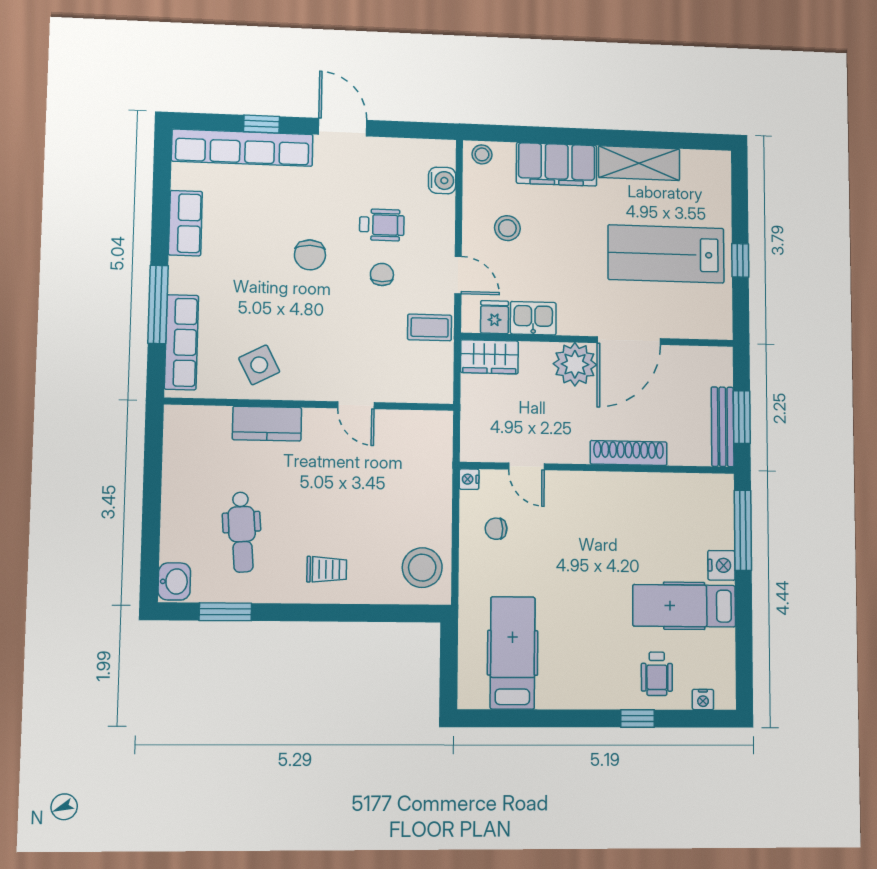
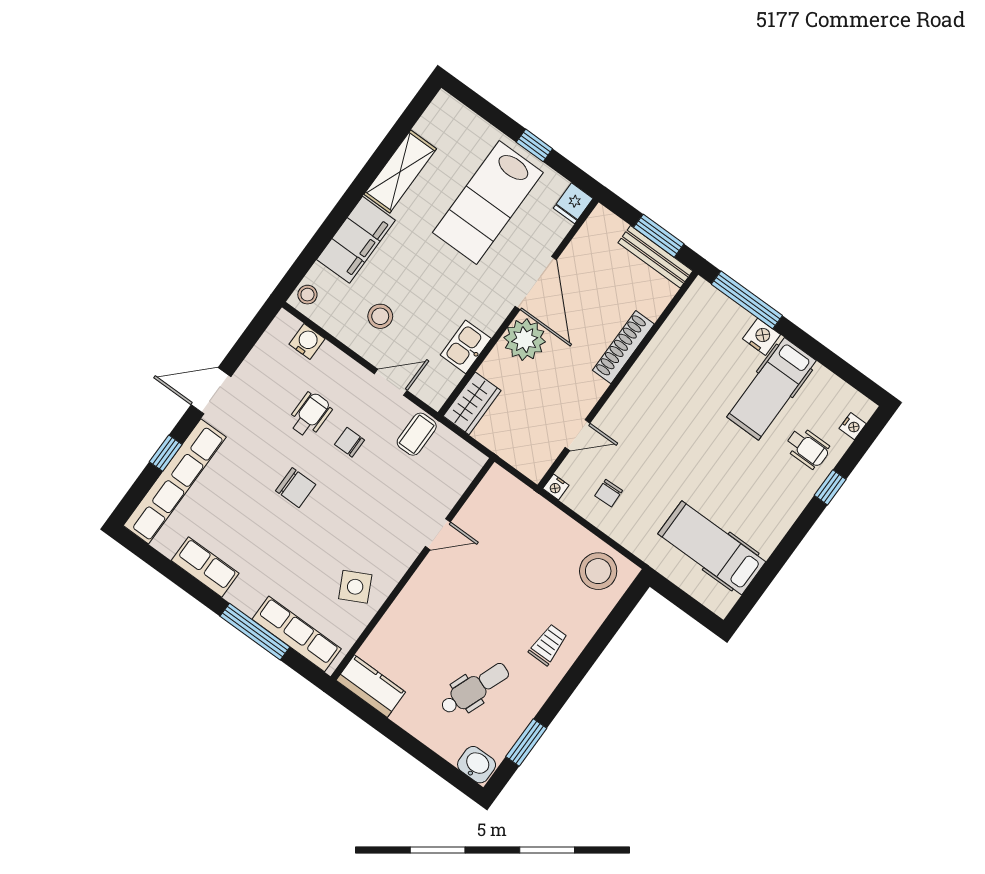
fridge: (495, 317) -> (573, 203), moved, turned -90
kitchen counter: (267, 424) -> (371, 686), moved, turned -90
dental chair: (242, 532) -> (475, 689), turned -65

